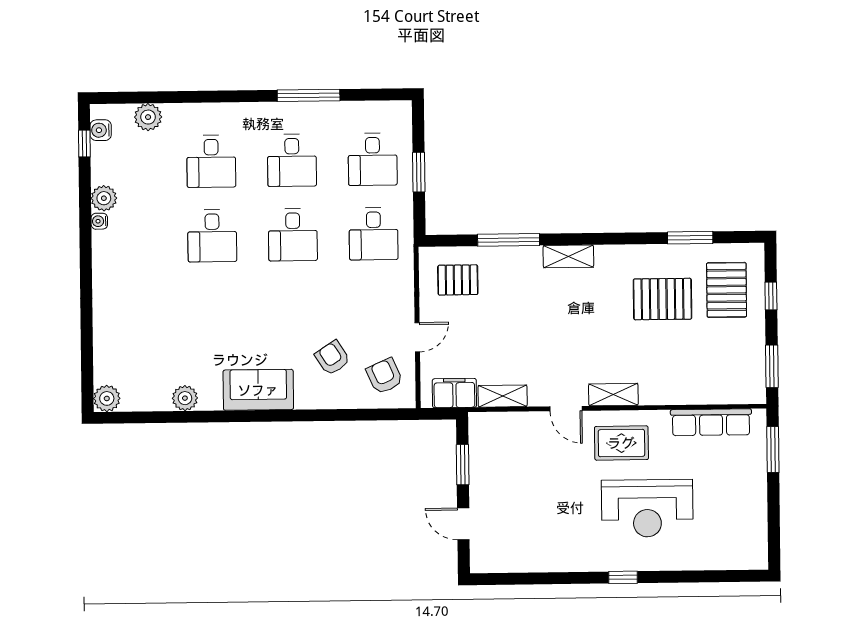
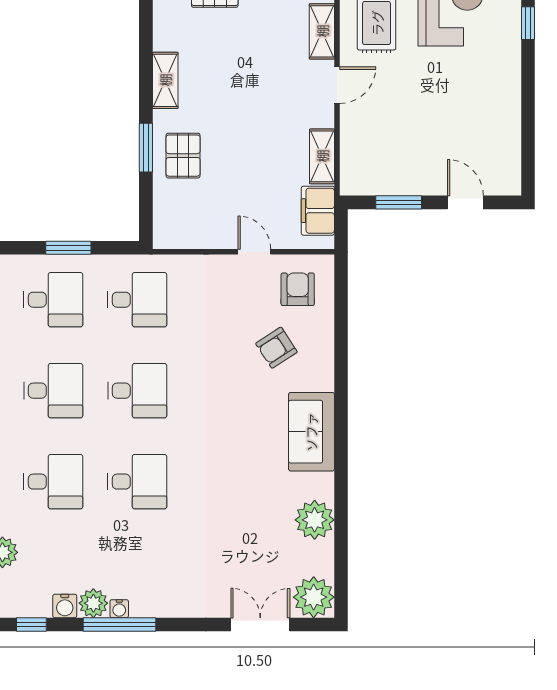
water cooler: (101, 130) -> (65, 606), moved
window: (85, 222) -> (120, 624), added
window: (509, 240) -> (146, 148), width x0.69
pallet: (458, 280) -> (183, 156), moved
double door: (87, 346) -> (260, 624), added
armchair: (384, 376) -> (298, 289), turned 114
plant: (107, 398) -> (314, 597), width x1.36, depth x1.36
plant: (185, 398) -> (315, 520), width x1.36, depth x1.36
door: (463, 524) -> (465, 202), swing flipped

